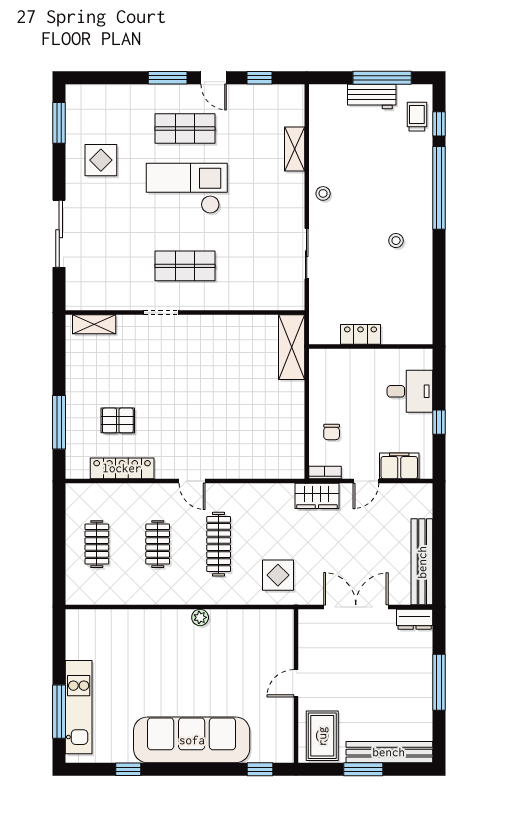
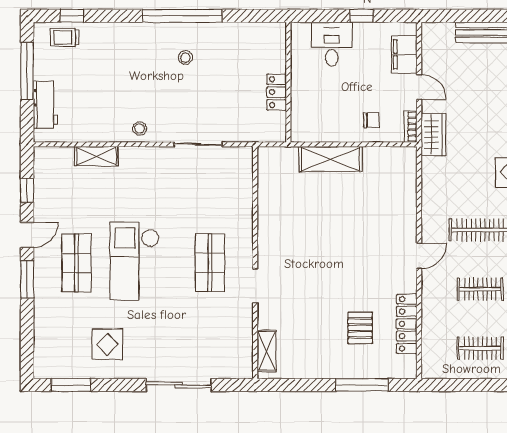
workbench: (372, 97) -> (45, 105), moved
window: (439, 188) -> (182, 16), moved
shelving: (292, 347) -> (330, 159), moved

